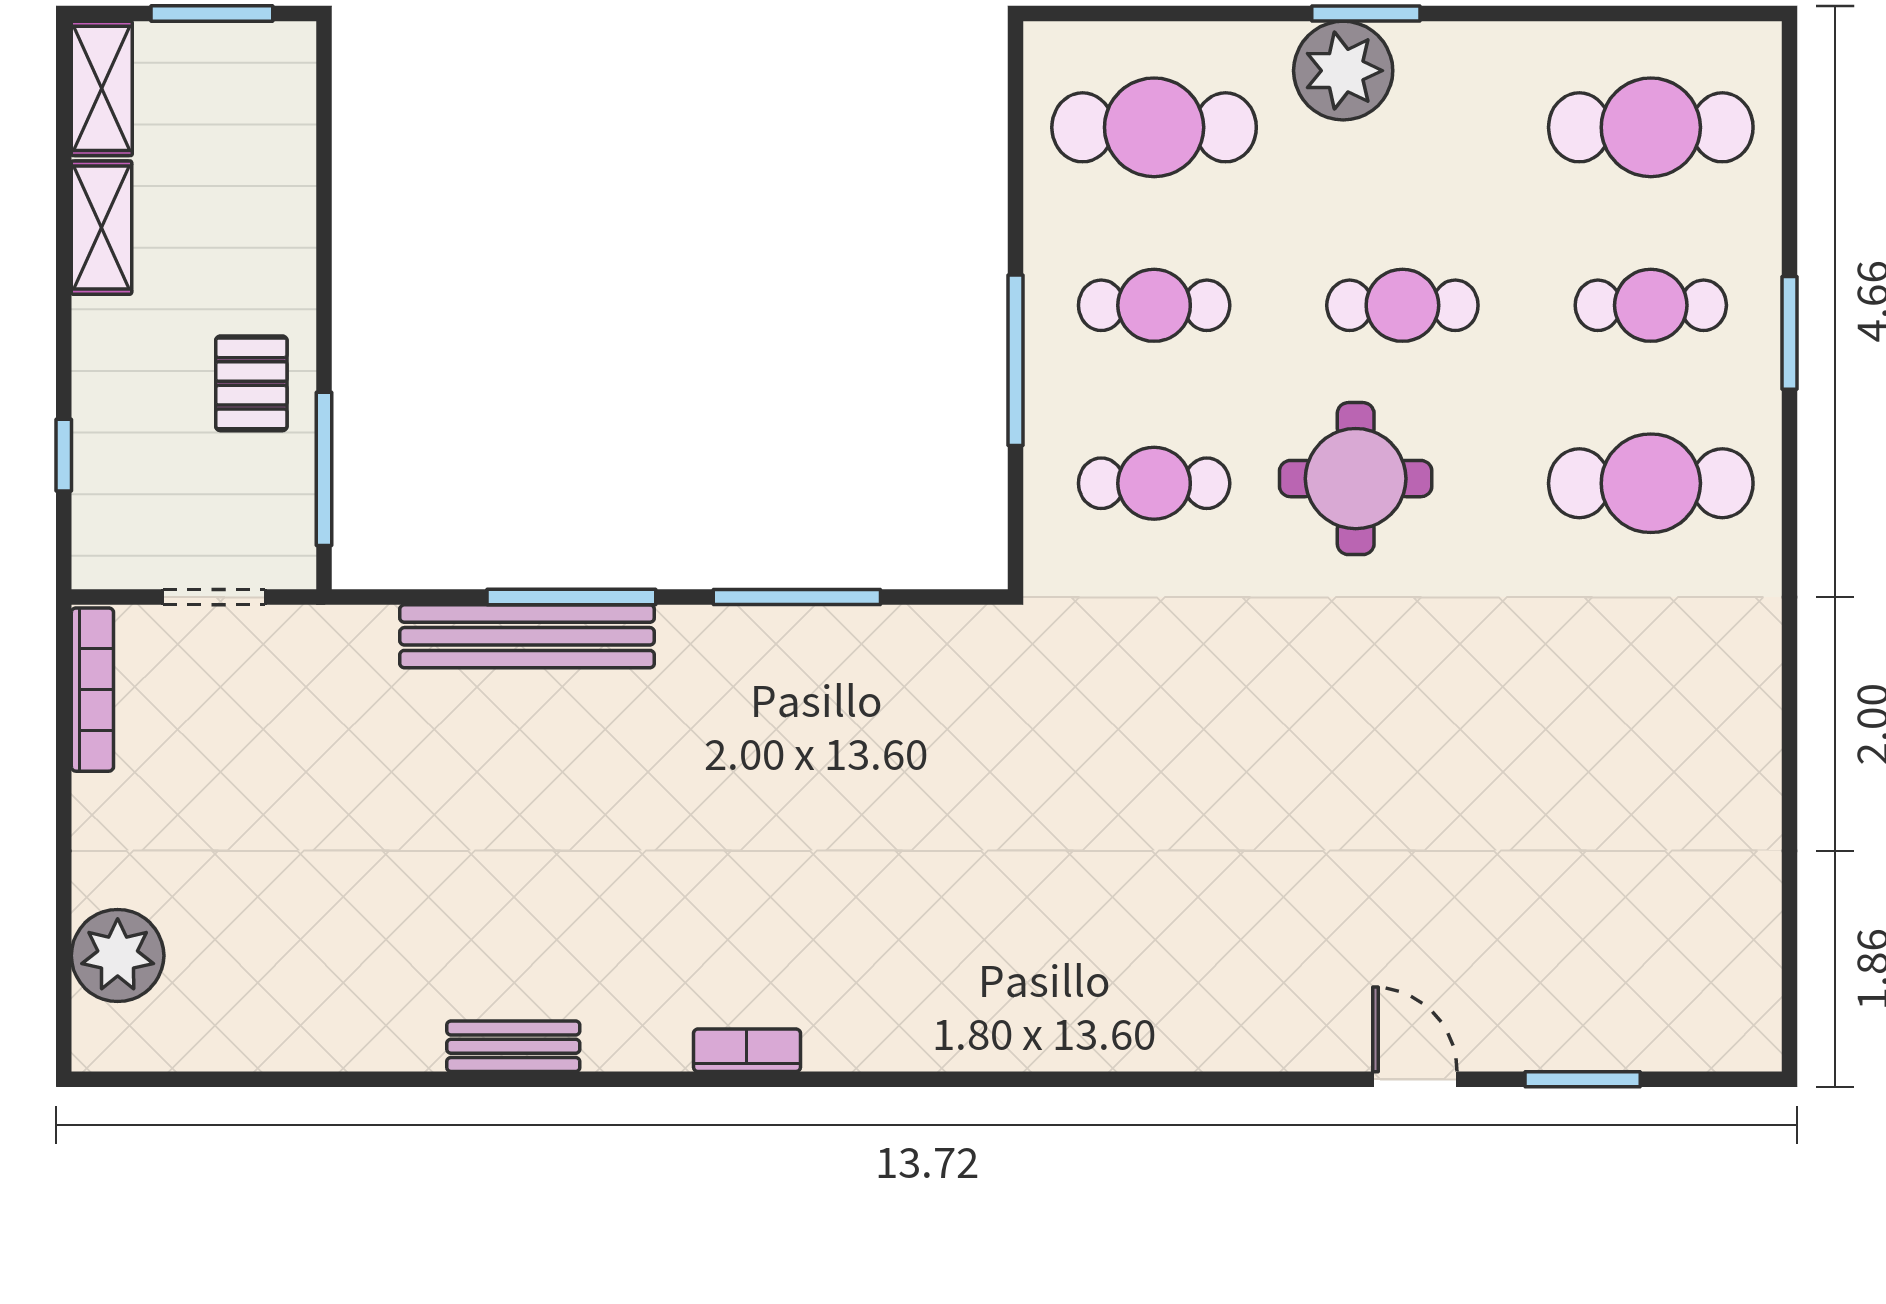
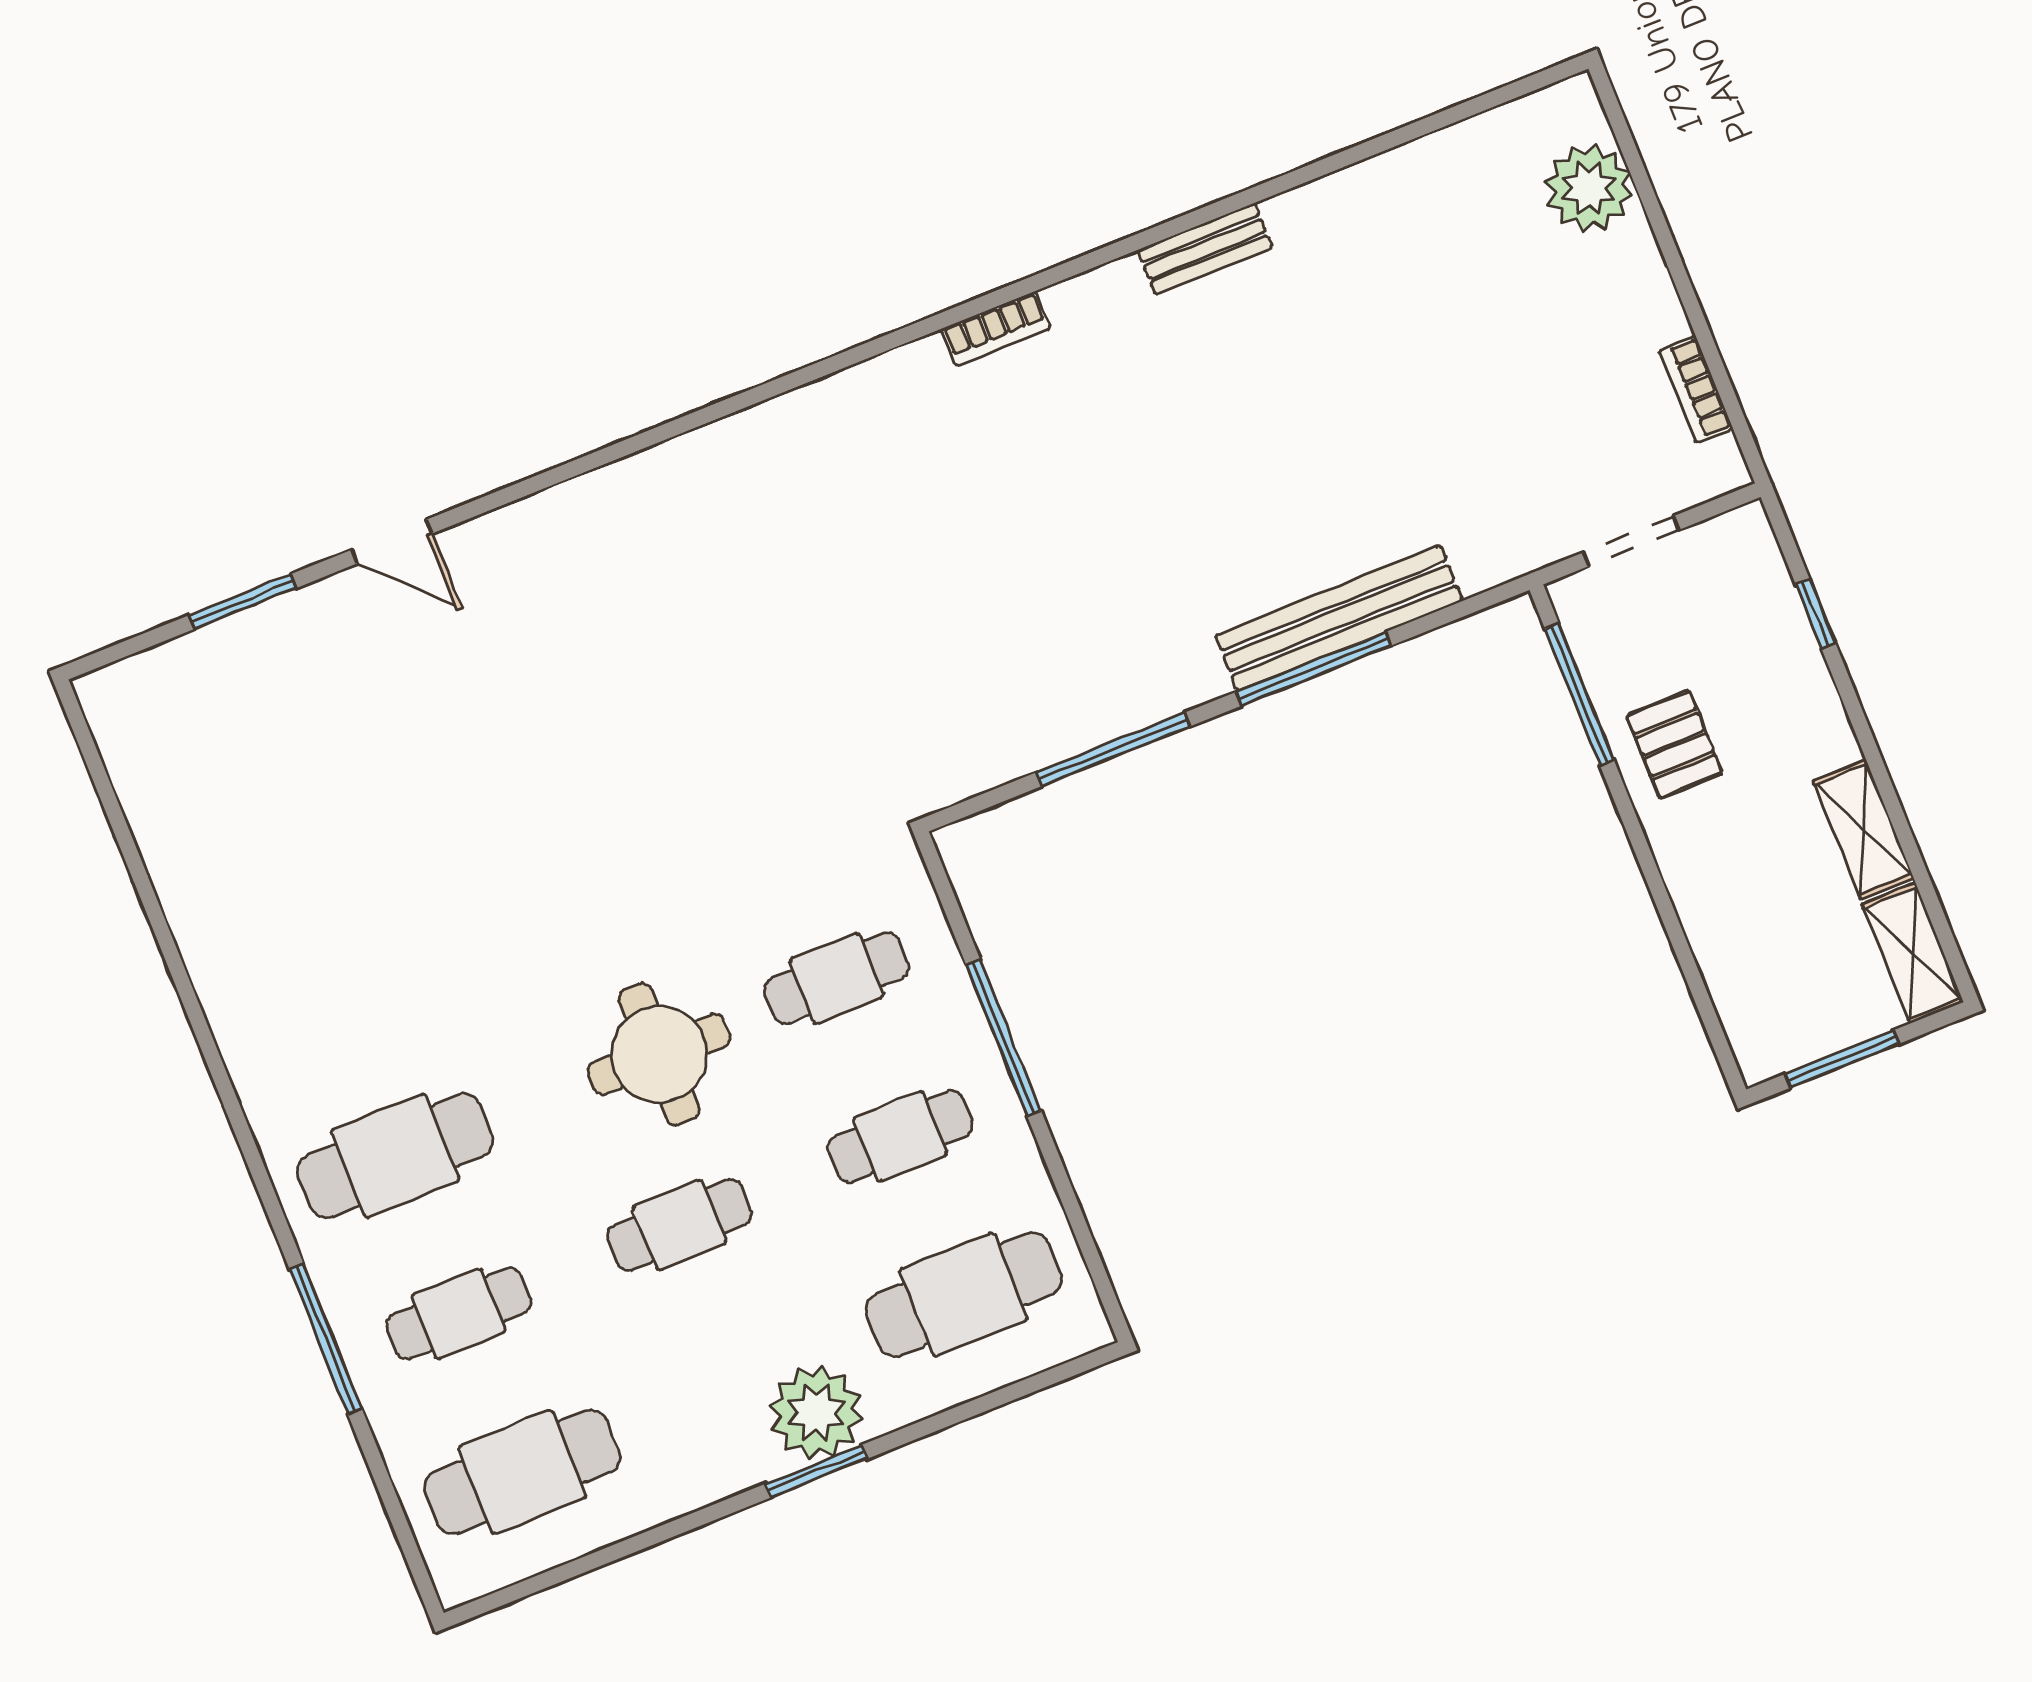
window: (1789, 333) -> (326, 1339), width x1.44
bookcase: (92, 690) -> (1696, 389), width x0.64

